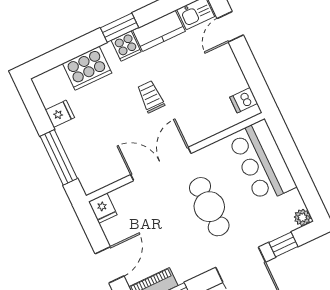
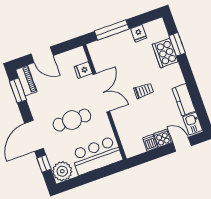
window: (120, 28) -> (177, 44), moved
cooker: (126, 46) -> (163, 138), moved, turned 90
dishwasher: (244, 100) -> (150, 143), moved
fridge: (103, 208) -> (83, 70), moved
plant: (302, 217) -> (62, 171), width x1.88, depth x1.88

